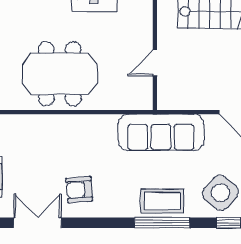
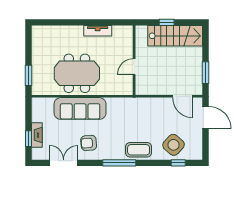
sofa: (161, 132) -> (80, 108), moved
window: (162, 223) -> (119, 163), moved

